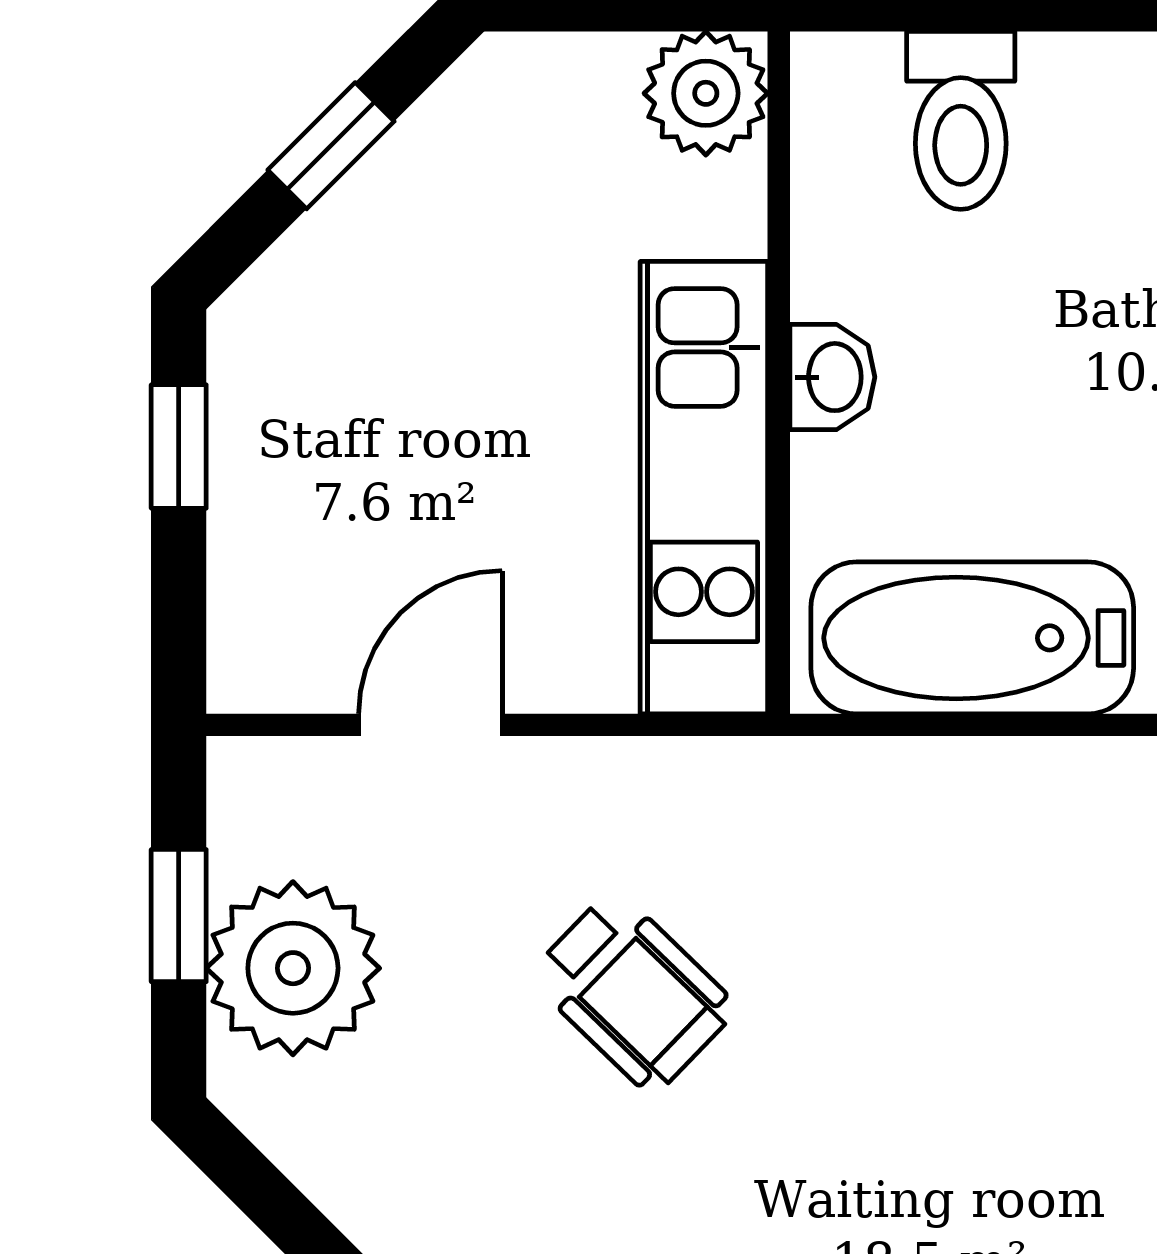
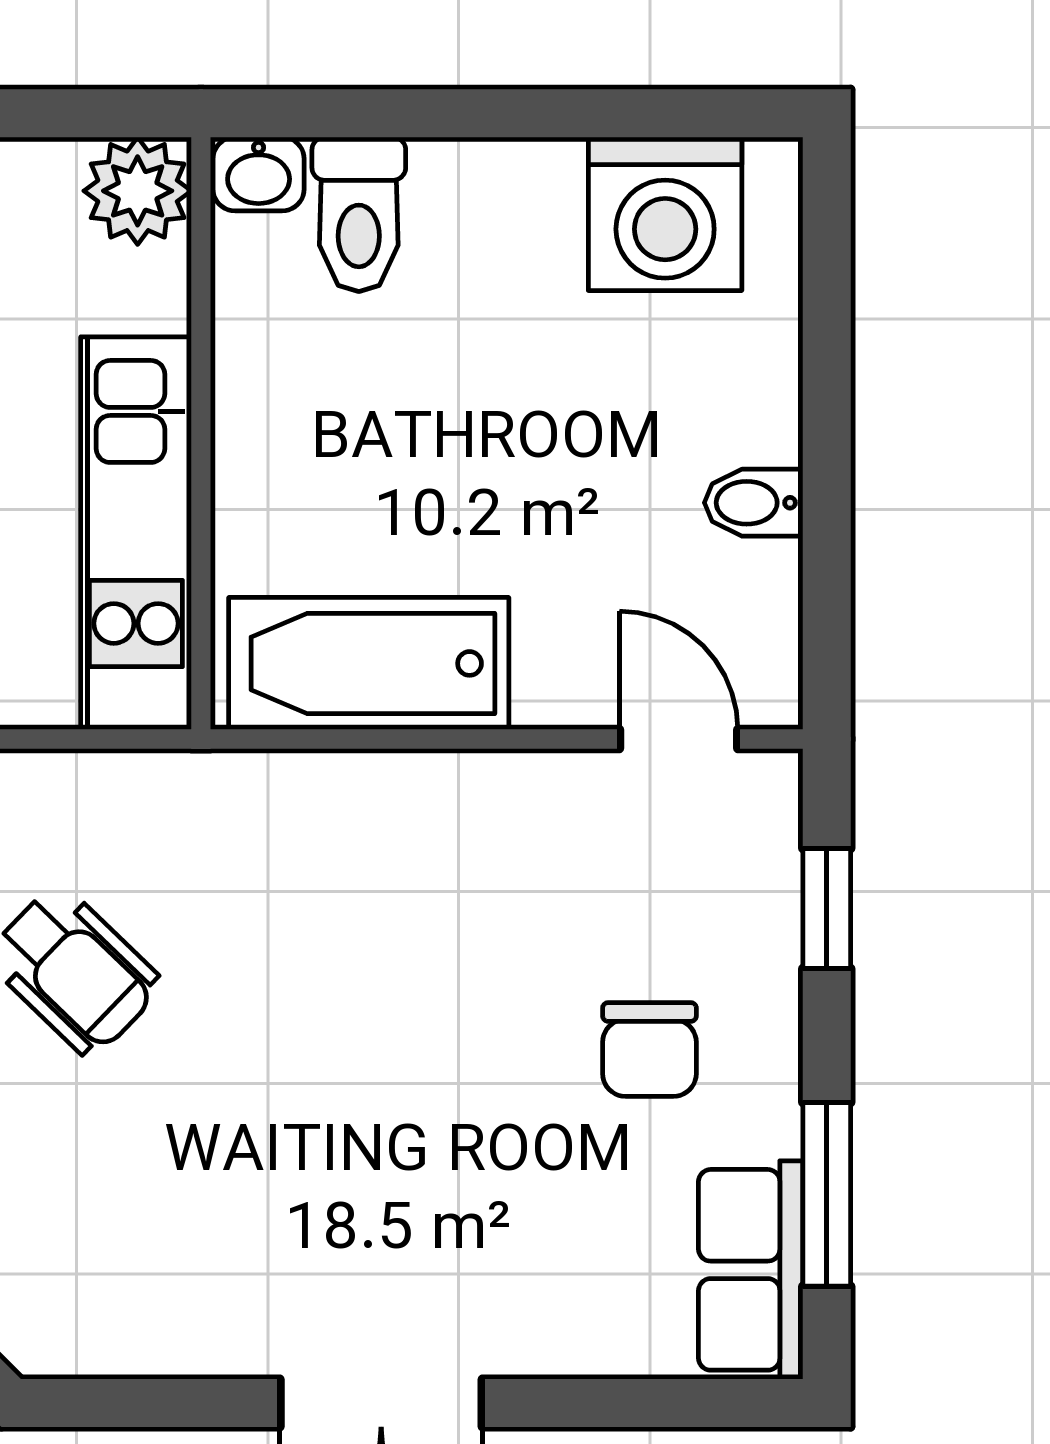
washbasin: (832, 377) -> (259, 174), moved, turned 90

